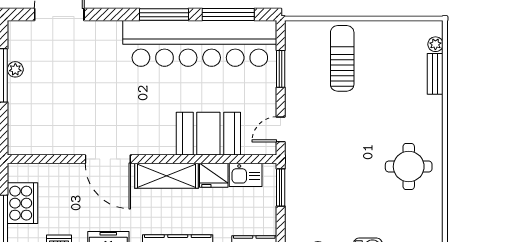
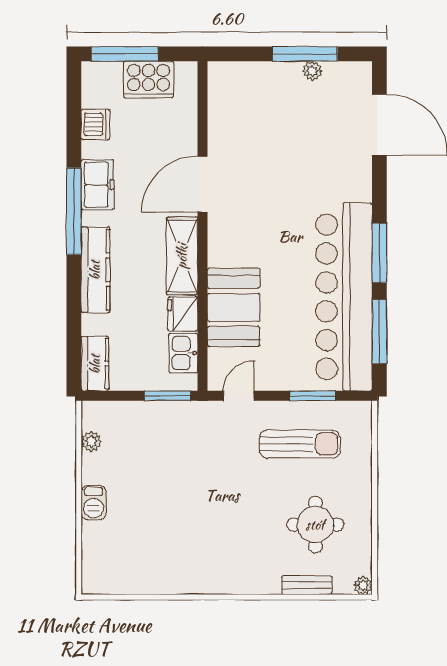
plant: (435, 44) -> (363, 585), moved
sun lounger: (342, 58) -> (300, 444), moved
door: (281, 129) -> (239, 396), hinge flipped
round table: (409, 167) -> (315, 525), moved

